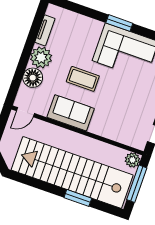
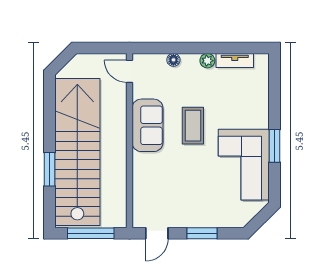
plant: (41, 57) -> (207, 61), width x0.53, depth x0.53
floor lamp: (33, 78) -> (173, 60), width x0.53, depth x0.53
plant: (133, 160) -> (117, 218), removed

